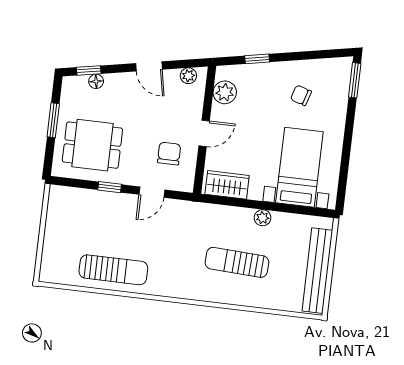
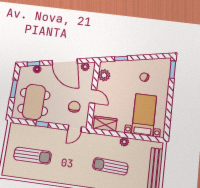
door: (149, 66) -> (65, 62), width x1.88
door: (204, 133) -> (93, 96), hinge flipped
dining table: (92, 145) -> (34, 102), width x1.38
door: (152, 192) -> (75, 128), moved
sun lounger: (113, 270) -> (32, 156), moved

